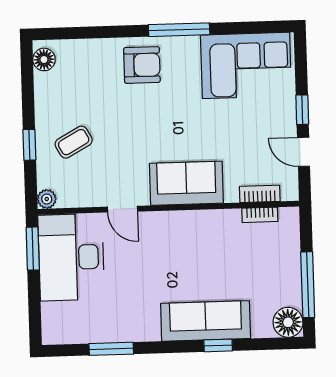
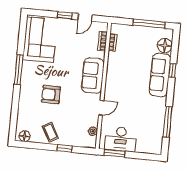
armchair: (142, 65) -> (51, 94), moved, turned -90
coffee table: (74, 142) -> (50, 132), moved
plant: (47, 199) -> (93, 131), moved
desk: (71, 257) -> (121, 139), width x0.73, depth x0.77
floor lamp: (288, 322) -> (165, 46), moved
window: (111, 349) -> (167, 122), width x1.44

